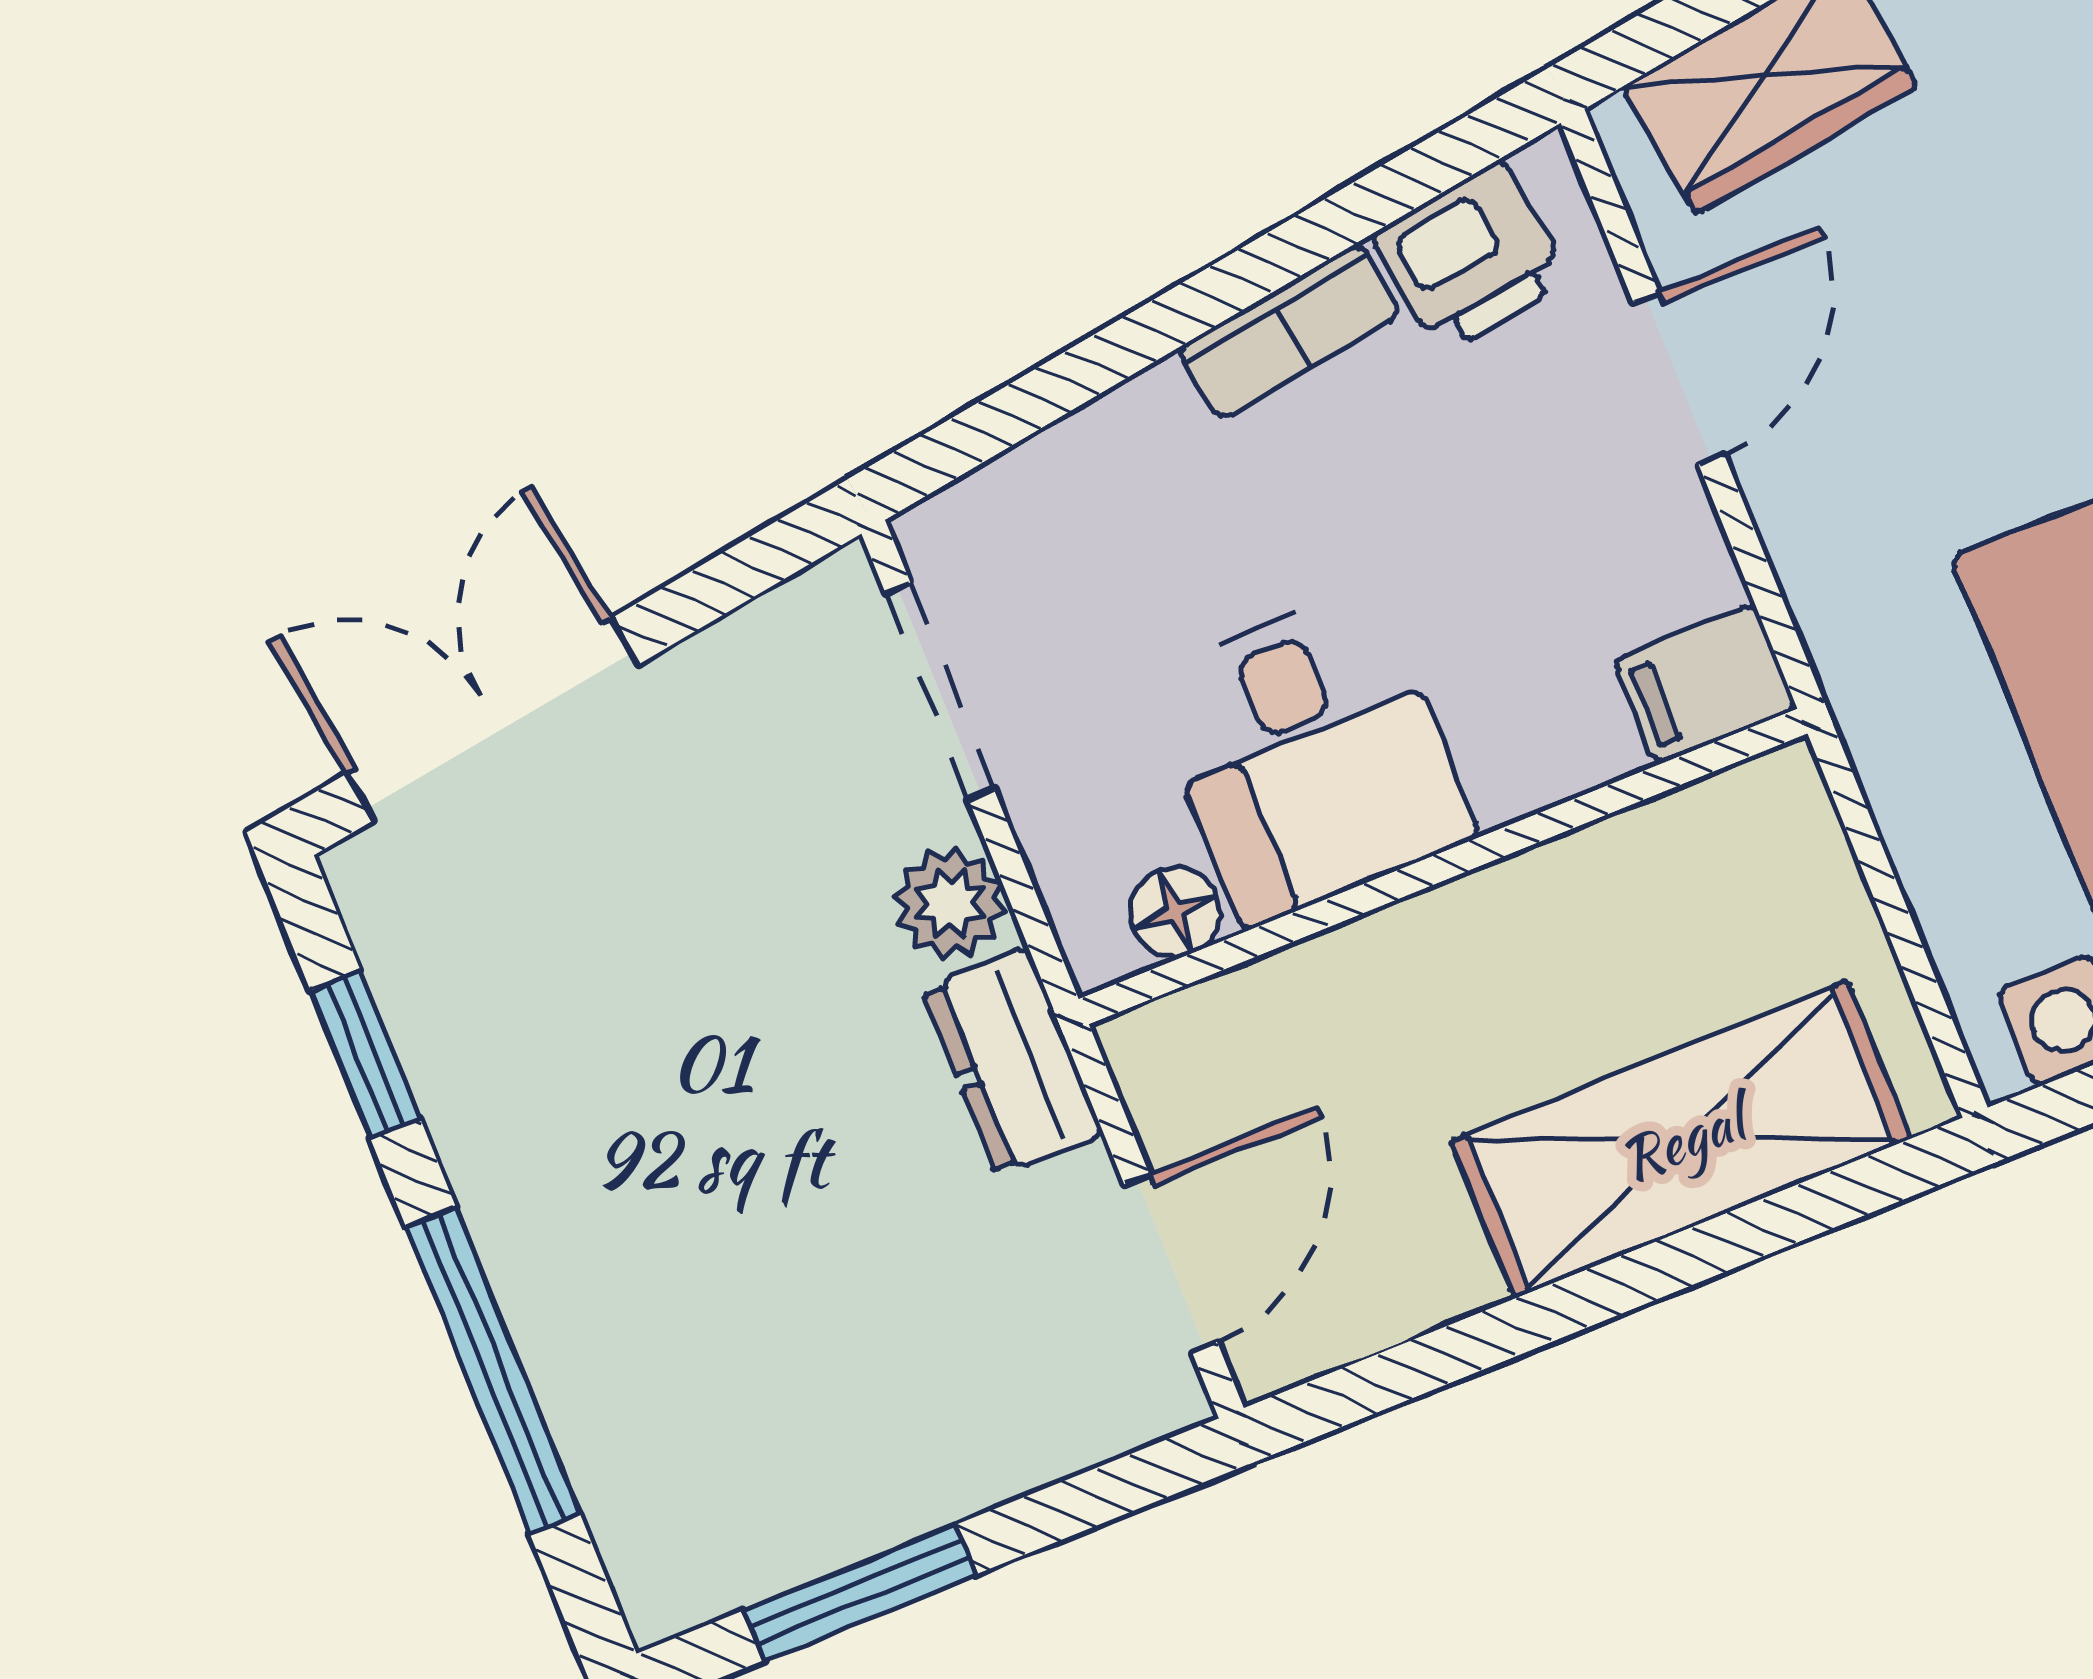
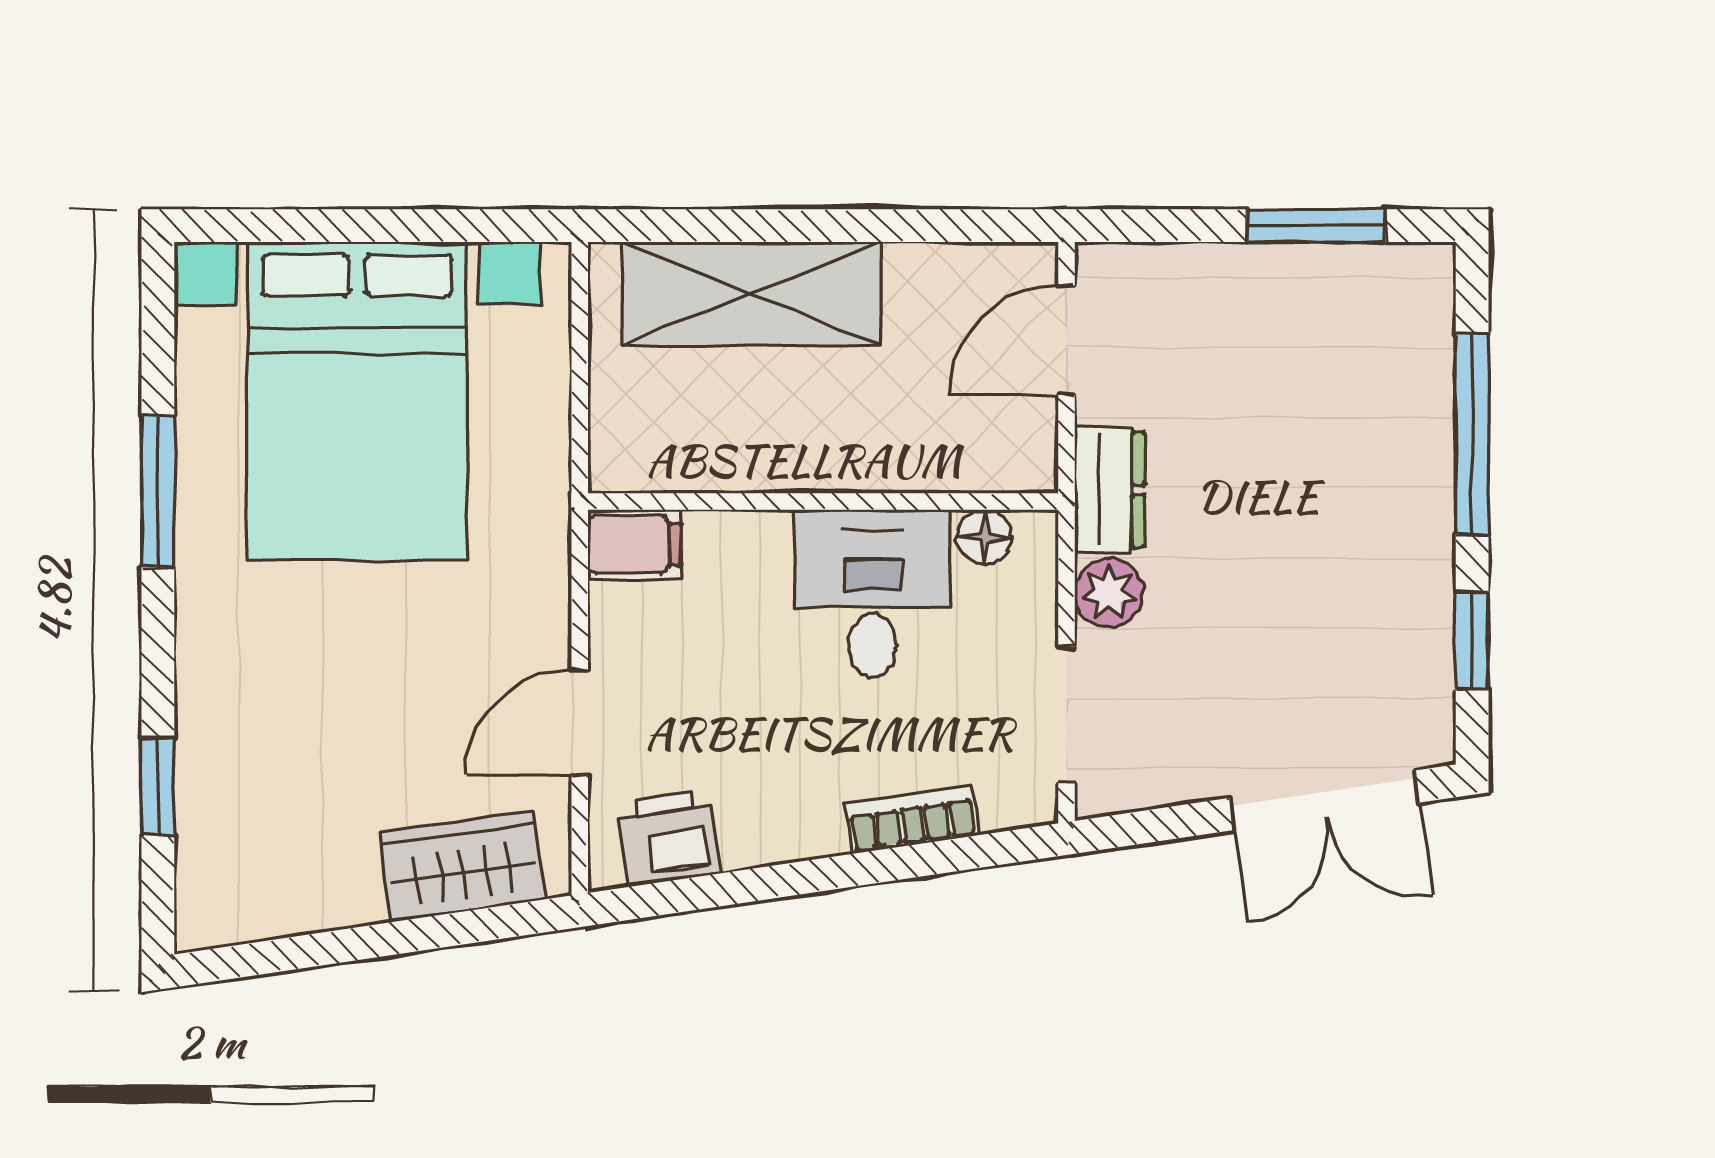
bookcase: (1289, 331) -> (912, 819), moved

